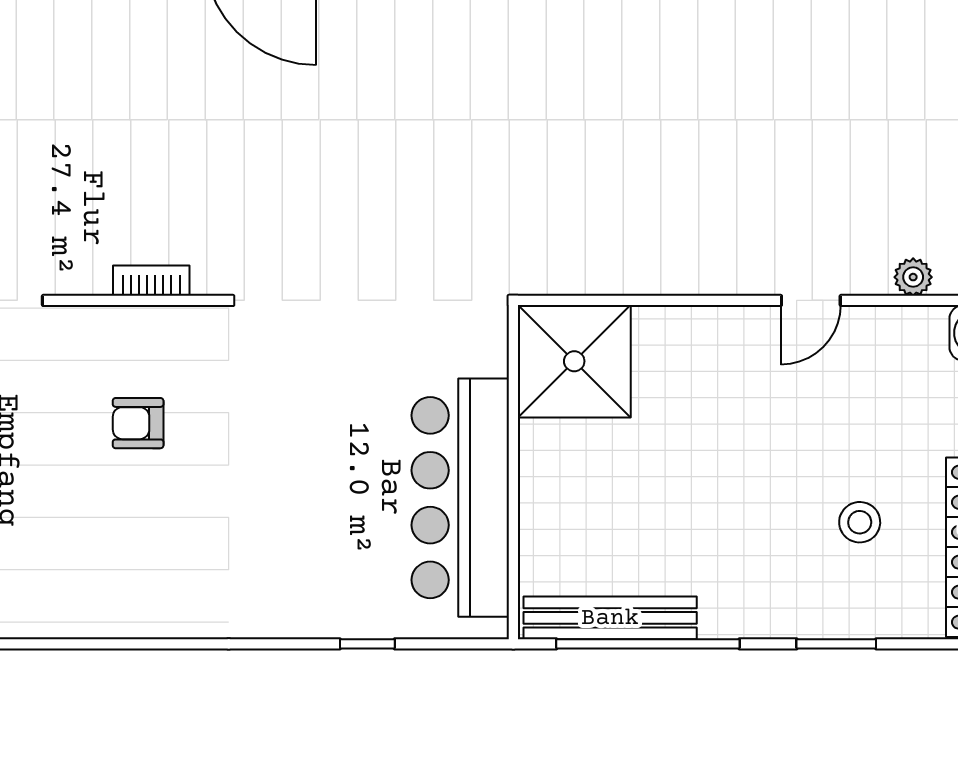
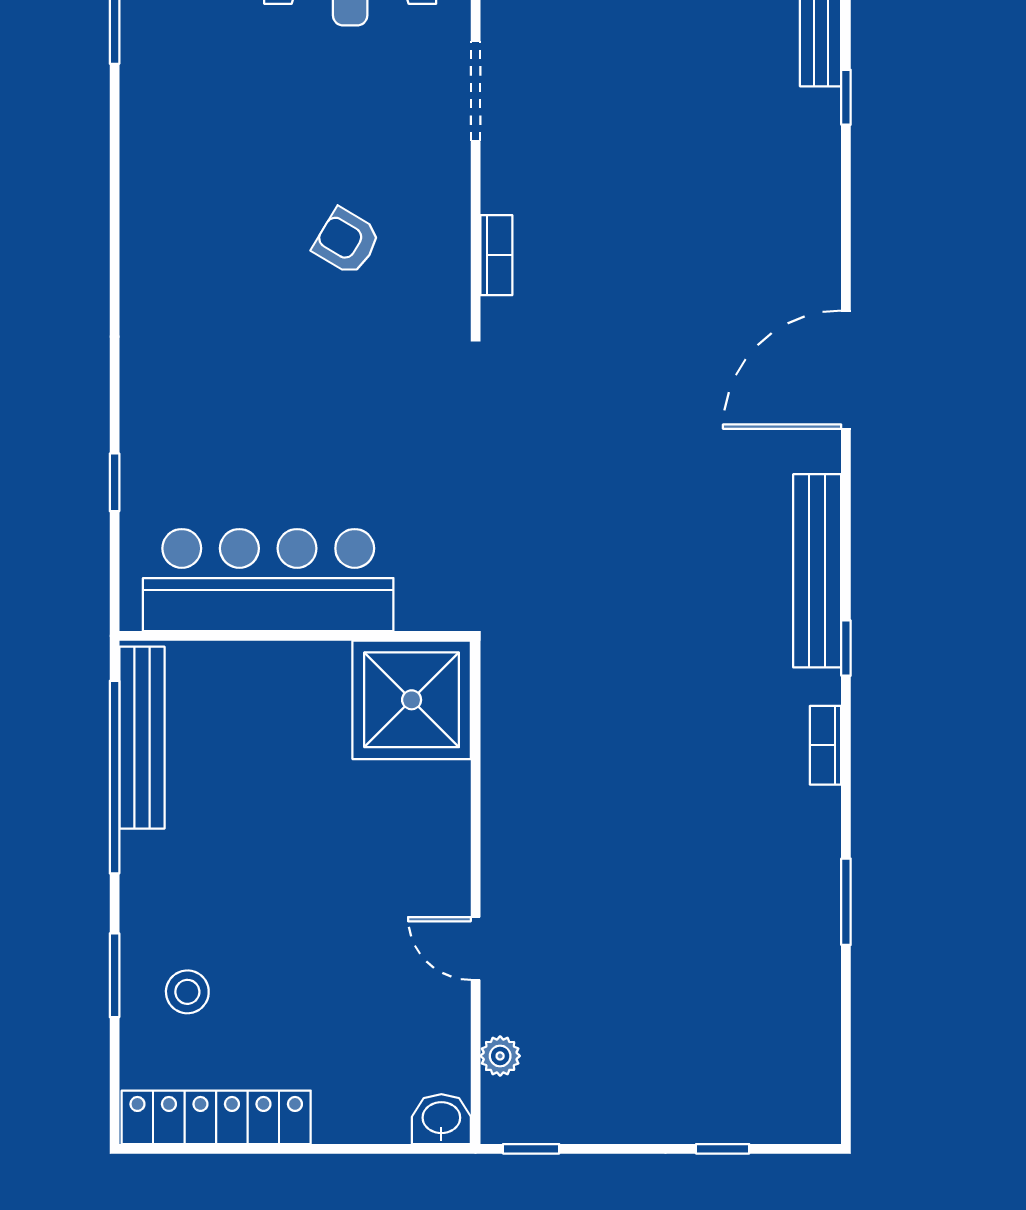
armchair: (138, 423) -> (347, 241), turned -59
stool: (860, 522) -> (187, 992), moved

